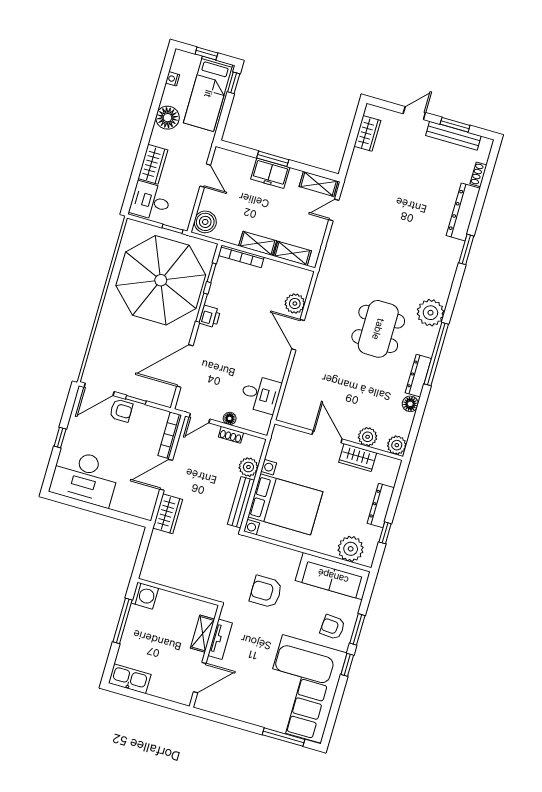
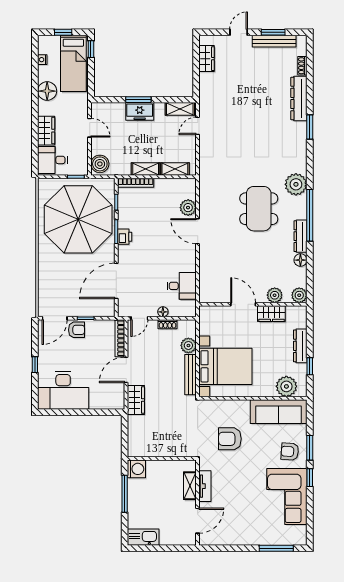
corner sofa: (302, 689) -> (287, 496), width x0.73, depth x0.74

